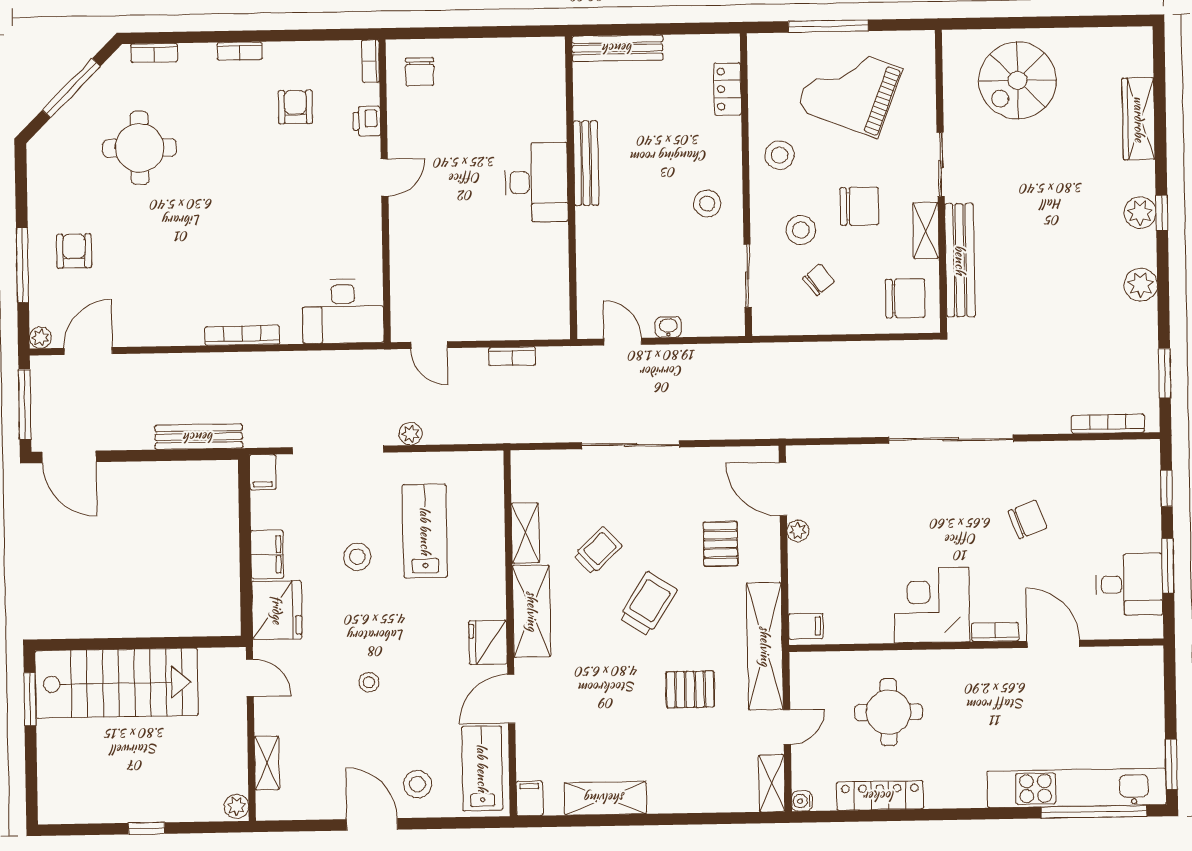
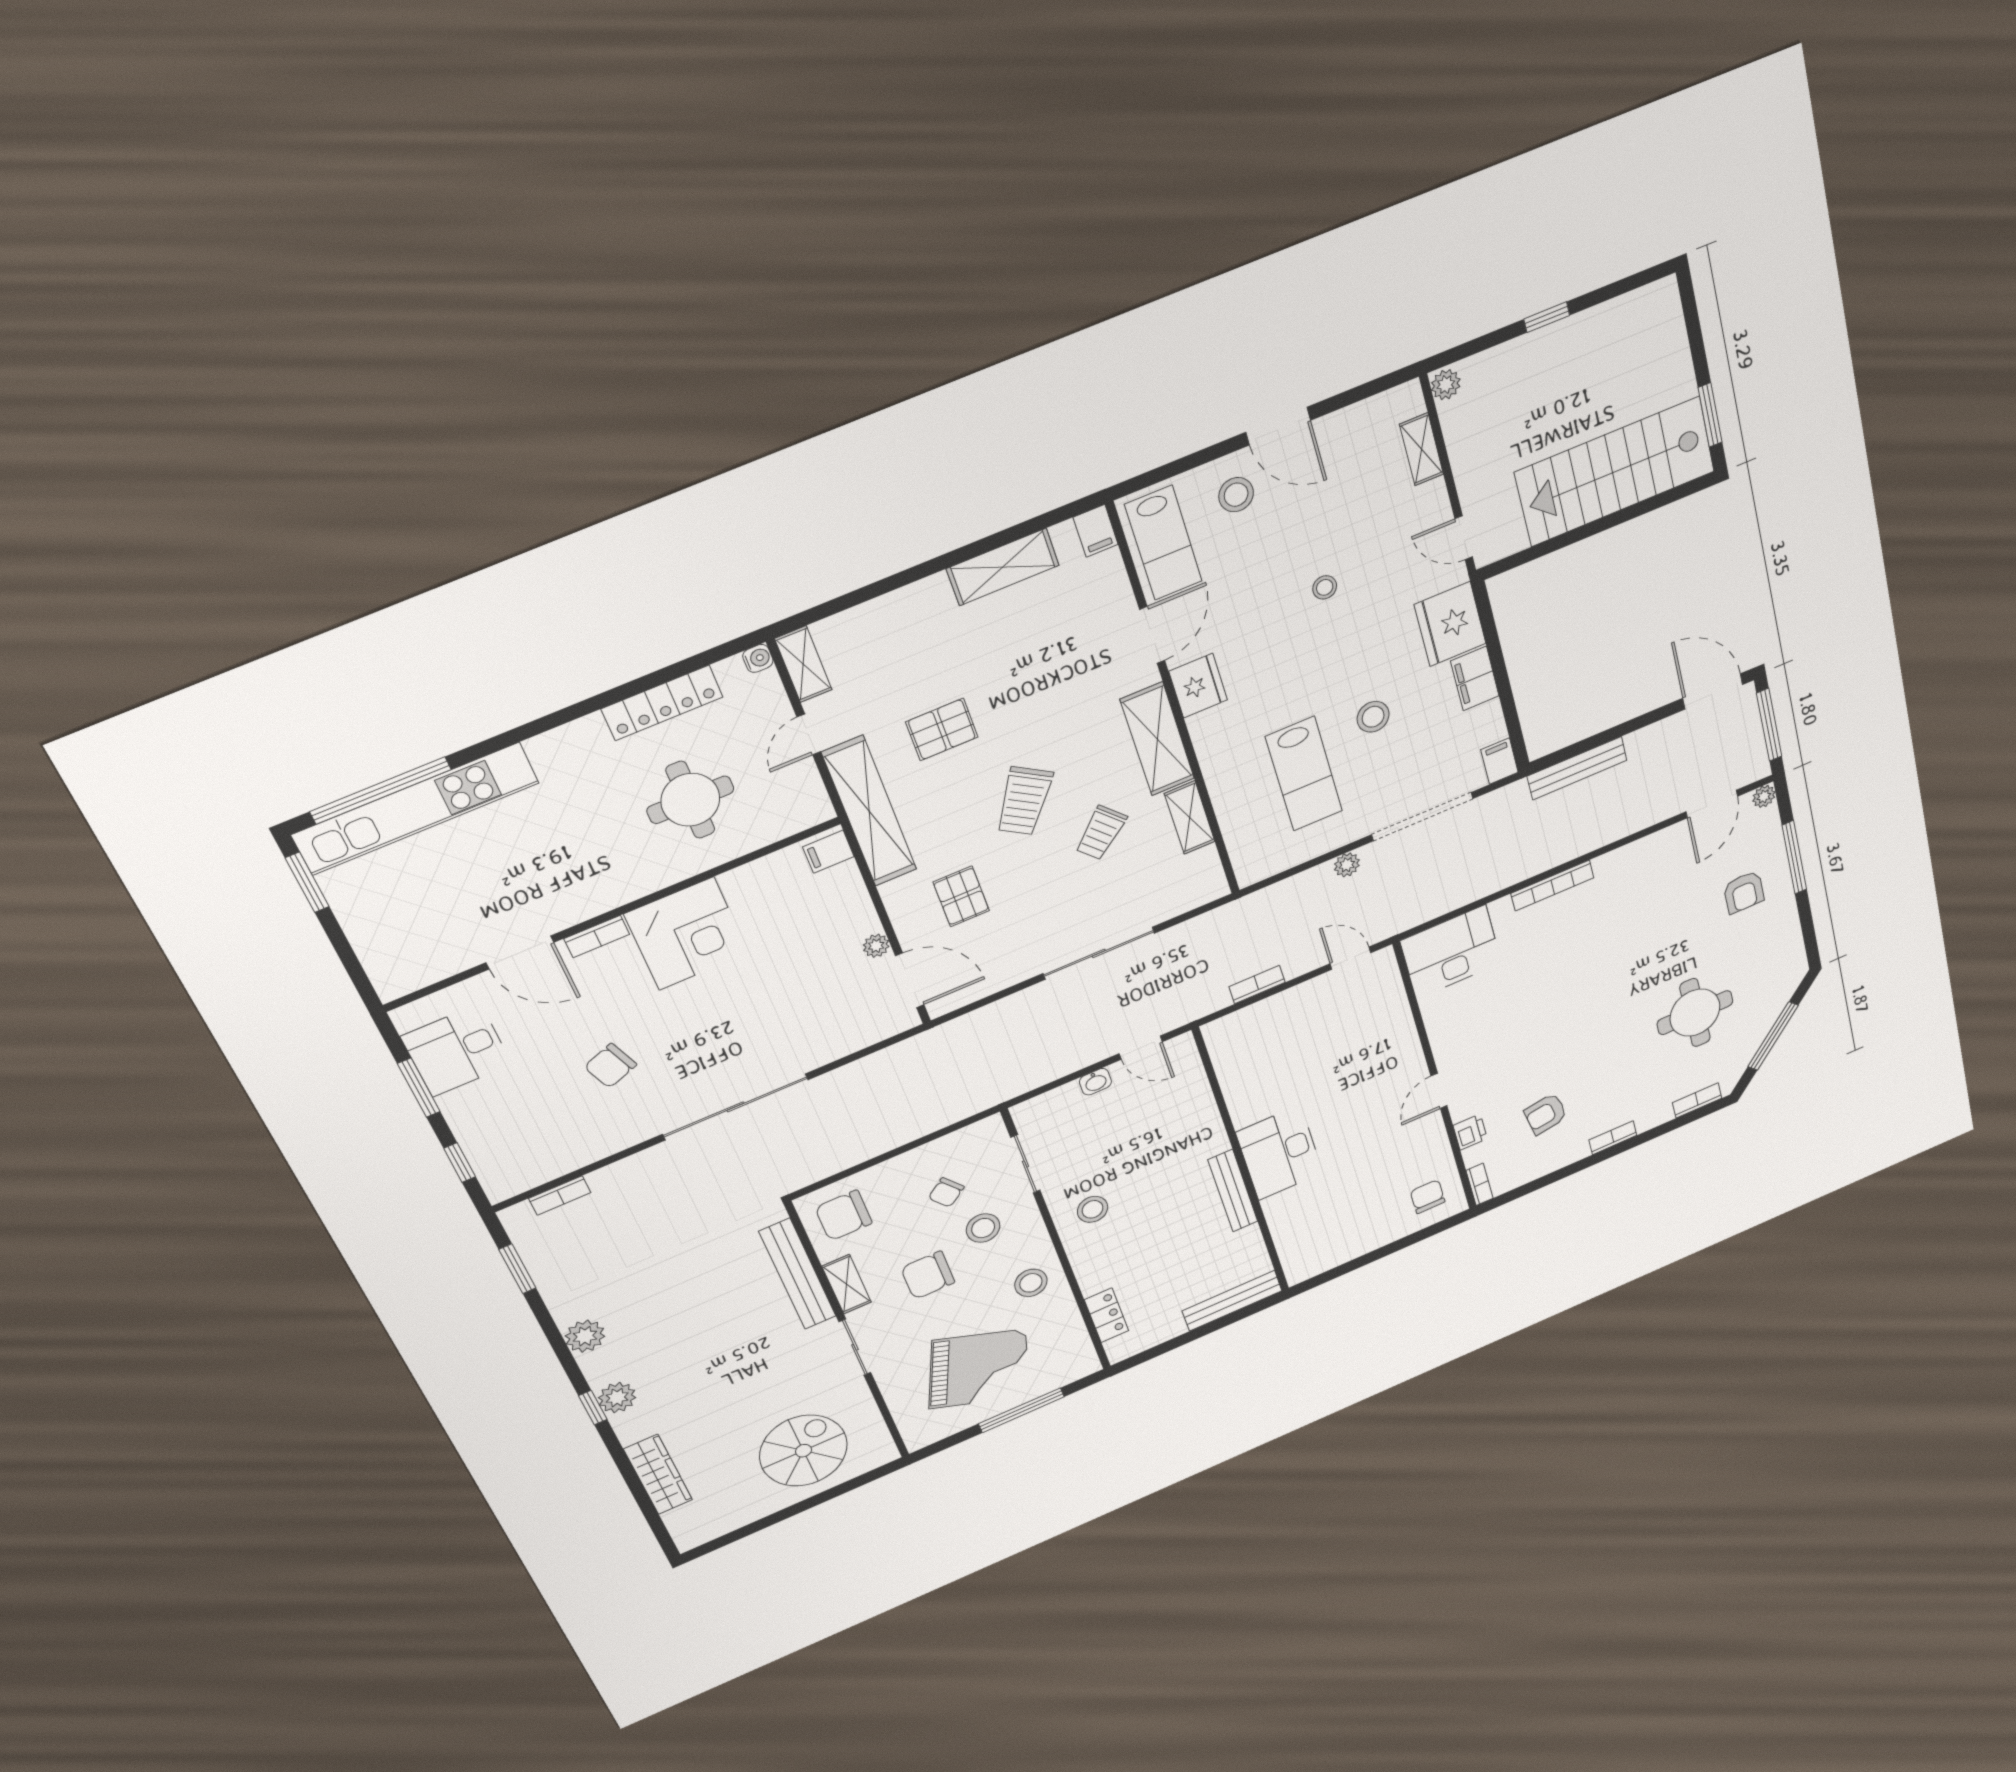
armchair: (295, 107) -> (1546, 1114), turned 81
bookcase: (1108, 424) -> (560, 1195), width x0.64

